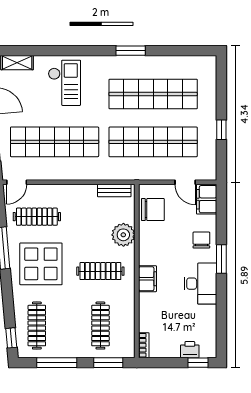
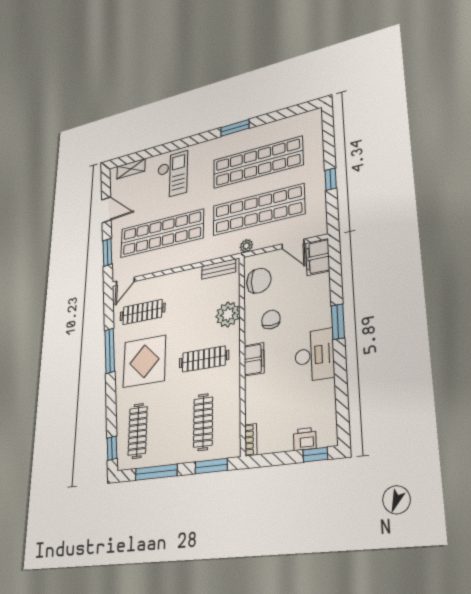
plant: (141, 174) -> (246, 246), added
chair: (201, 240) -> (271, 320), moved

